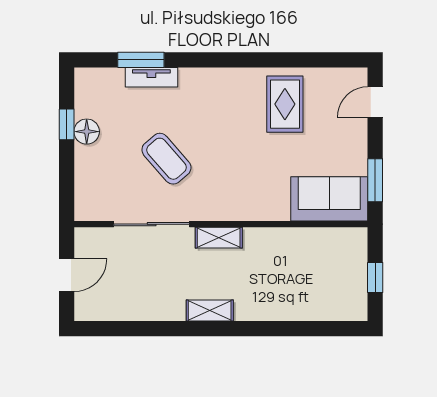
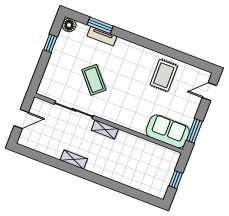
floor lamp: (87, 132) -> (69, 25), moved
shelving: (210, 310) -> (74, 160), moved

